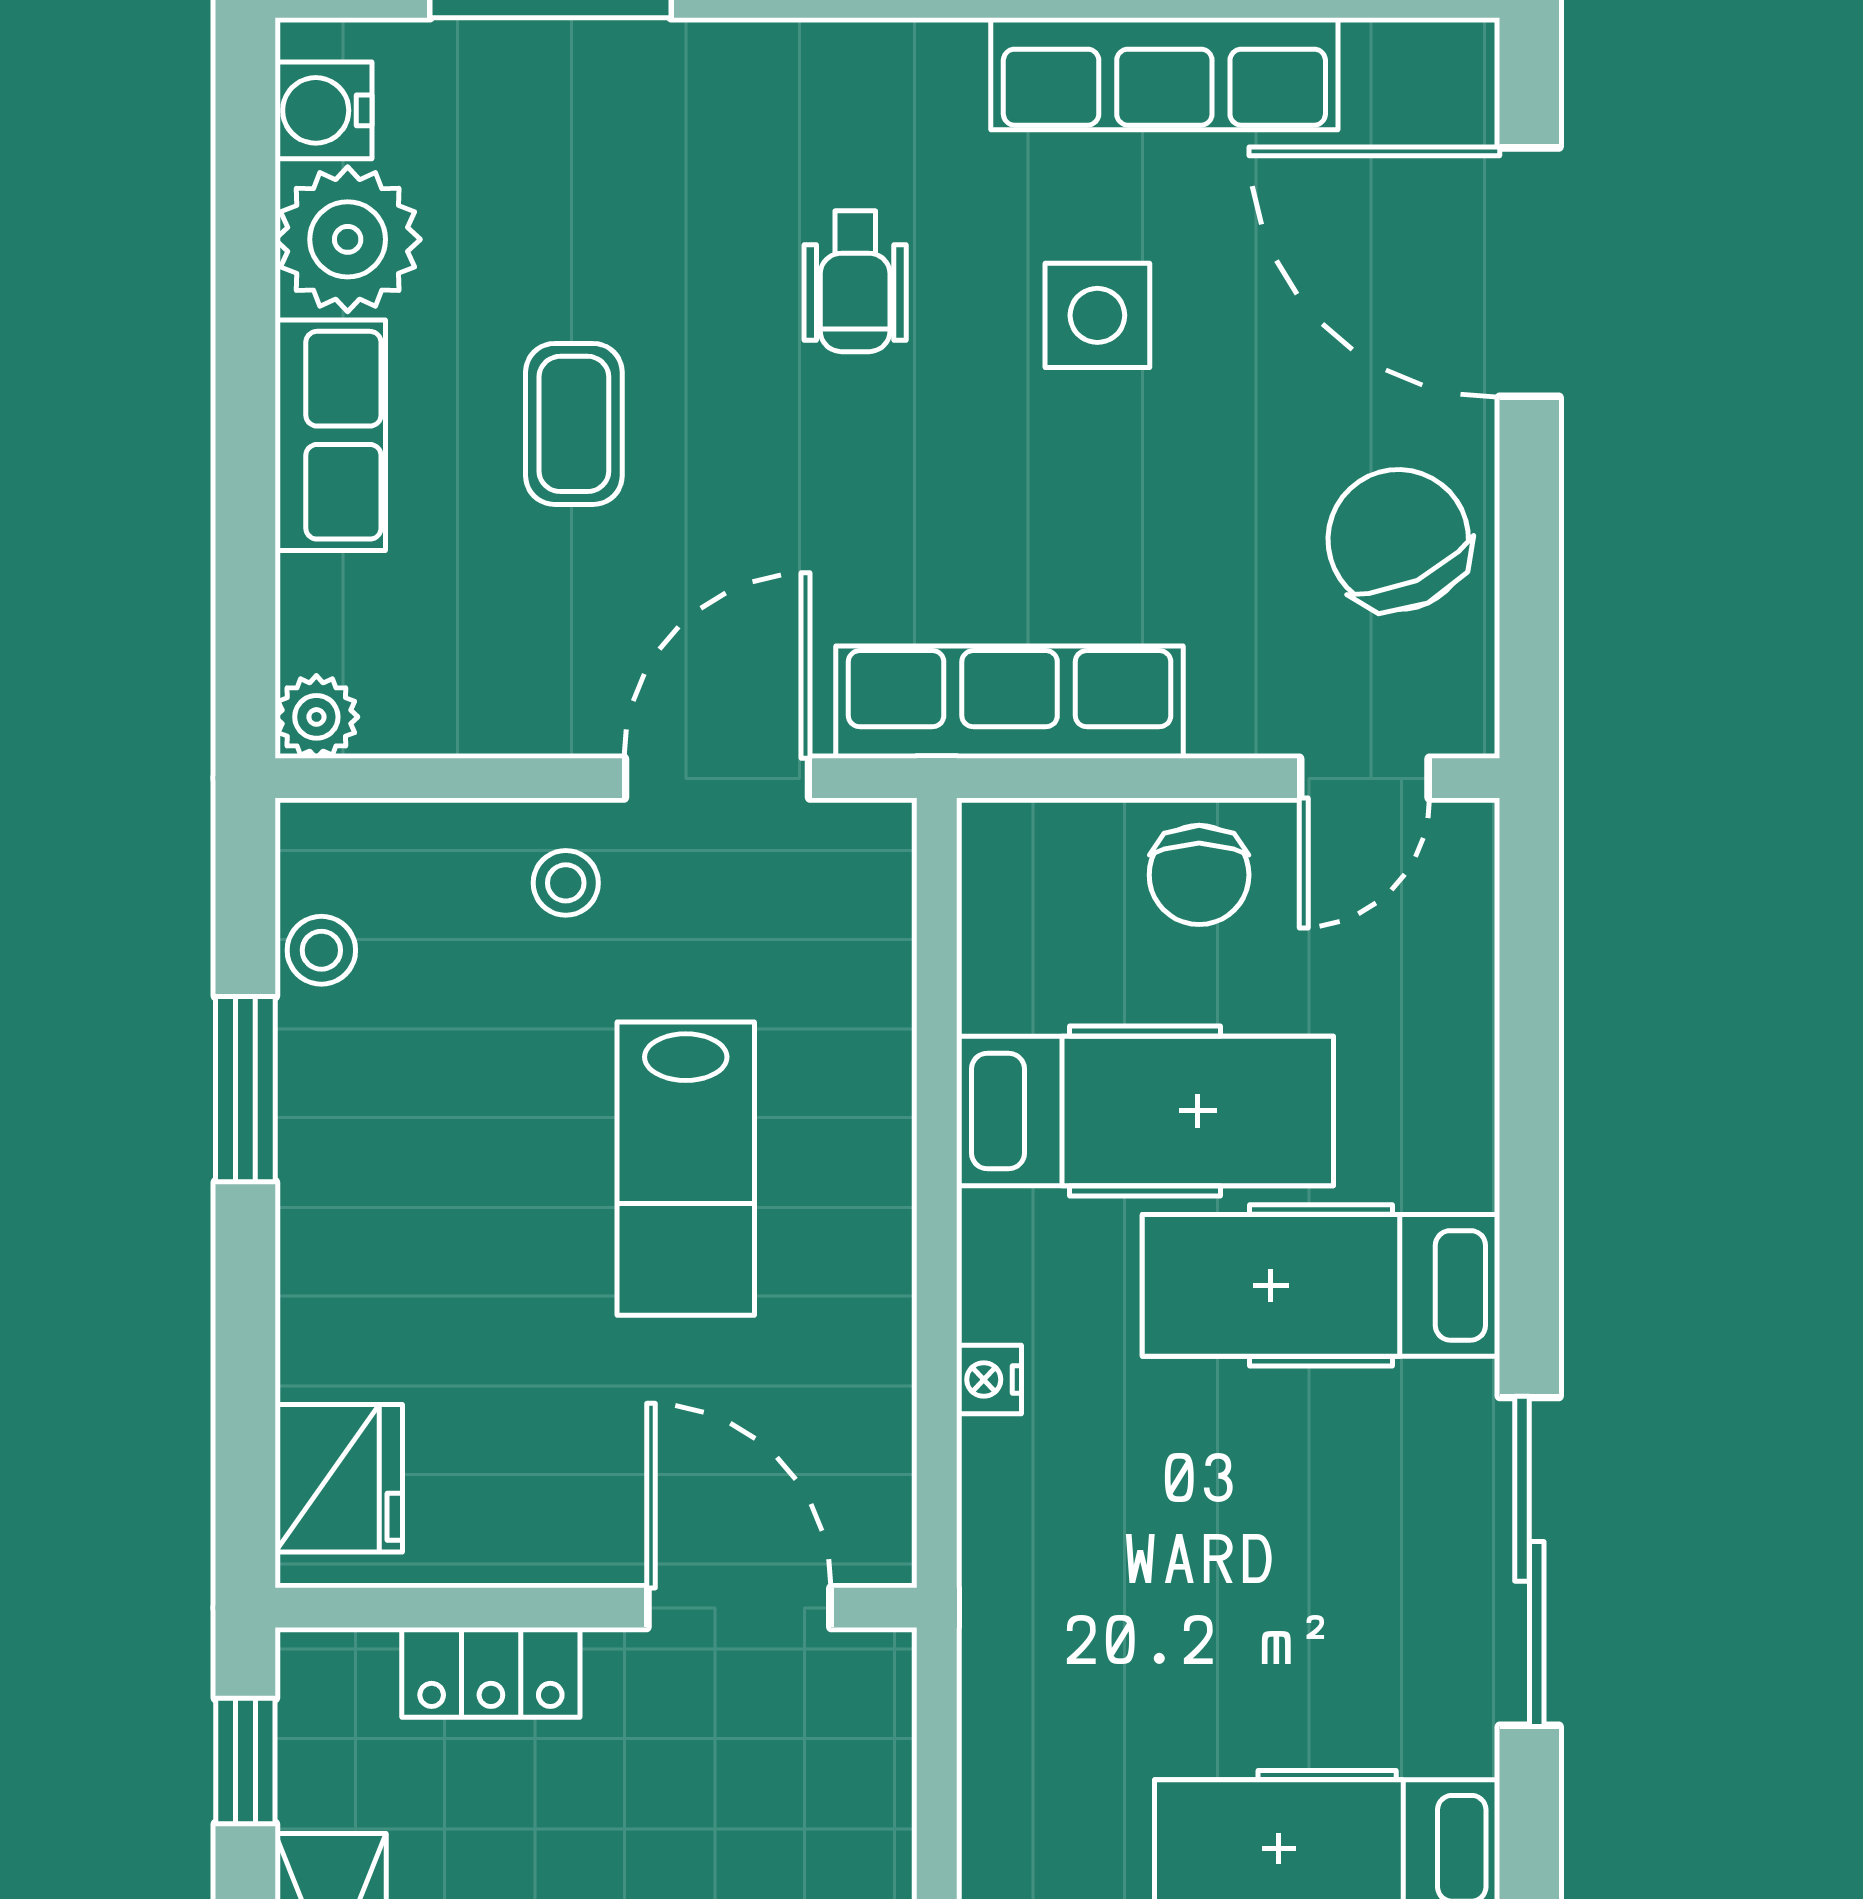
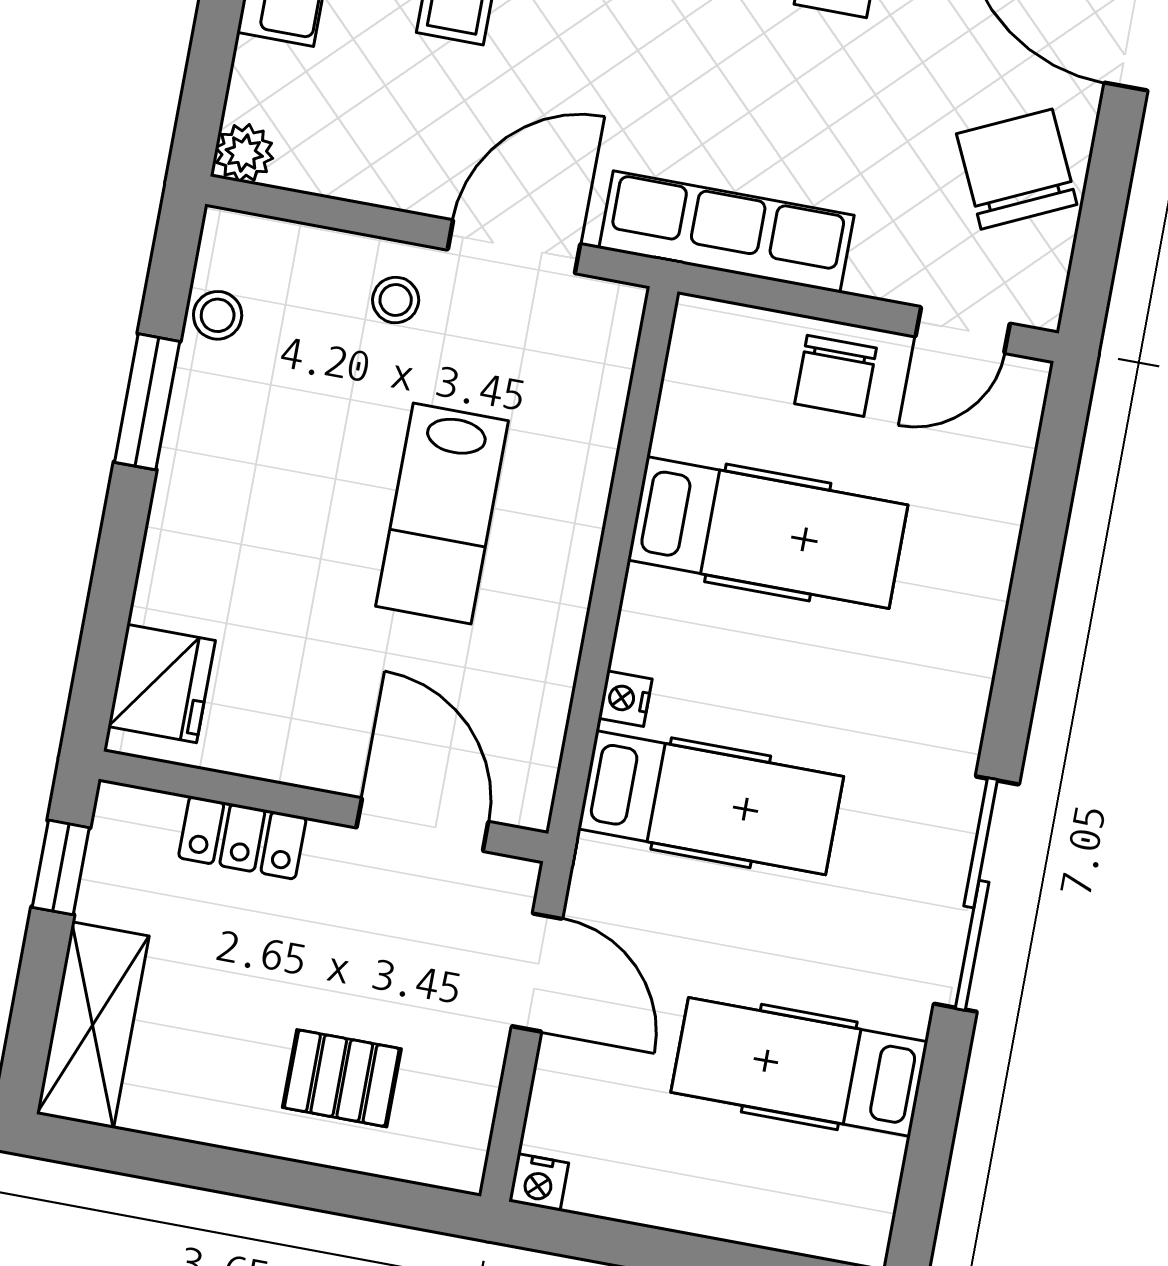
hospital bed: (1321, 1285) -> (711, 803), moved, turned 180
door: (937, 1784) -> (537, 972), added

